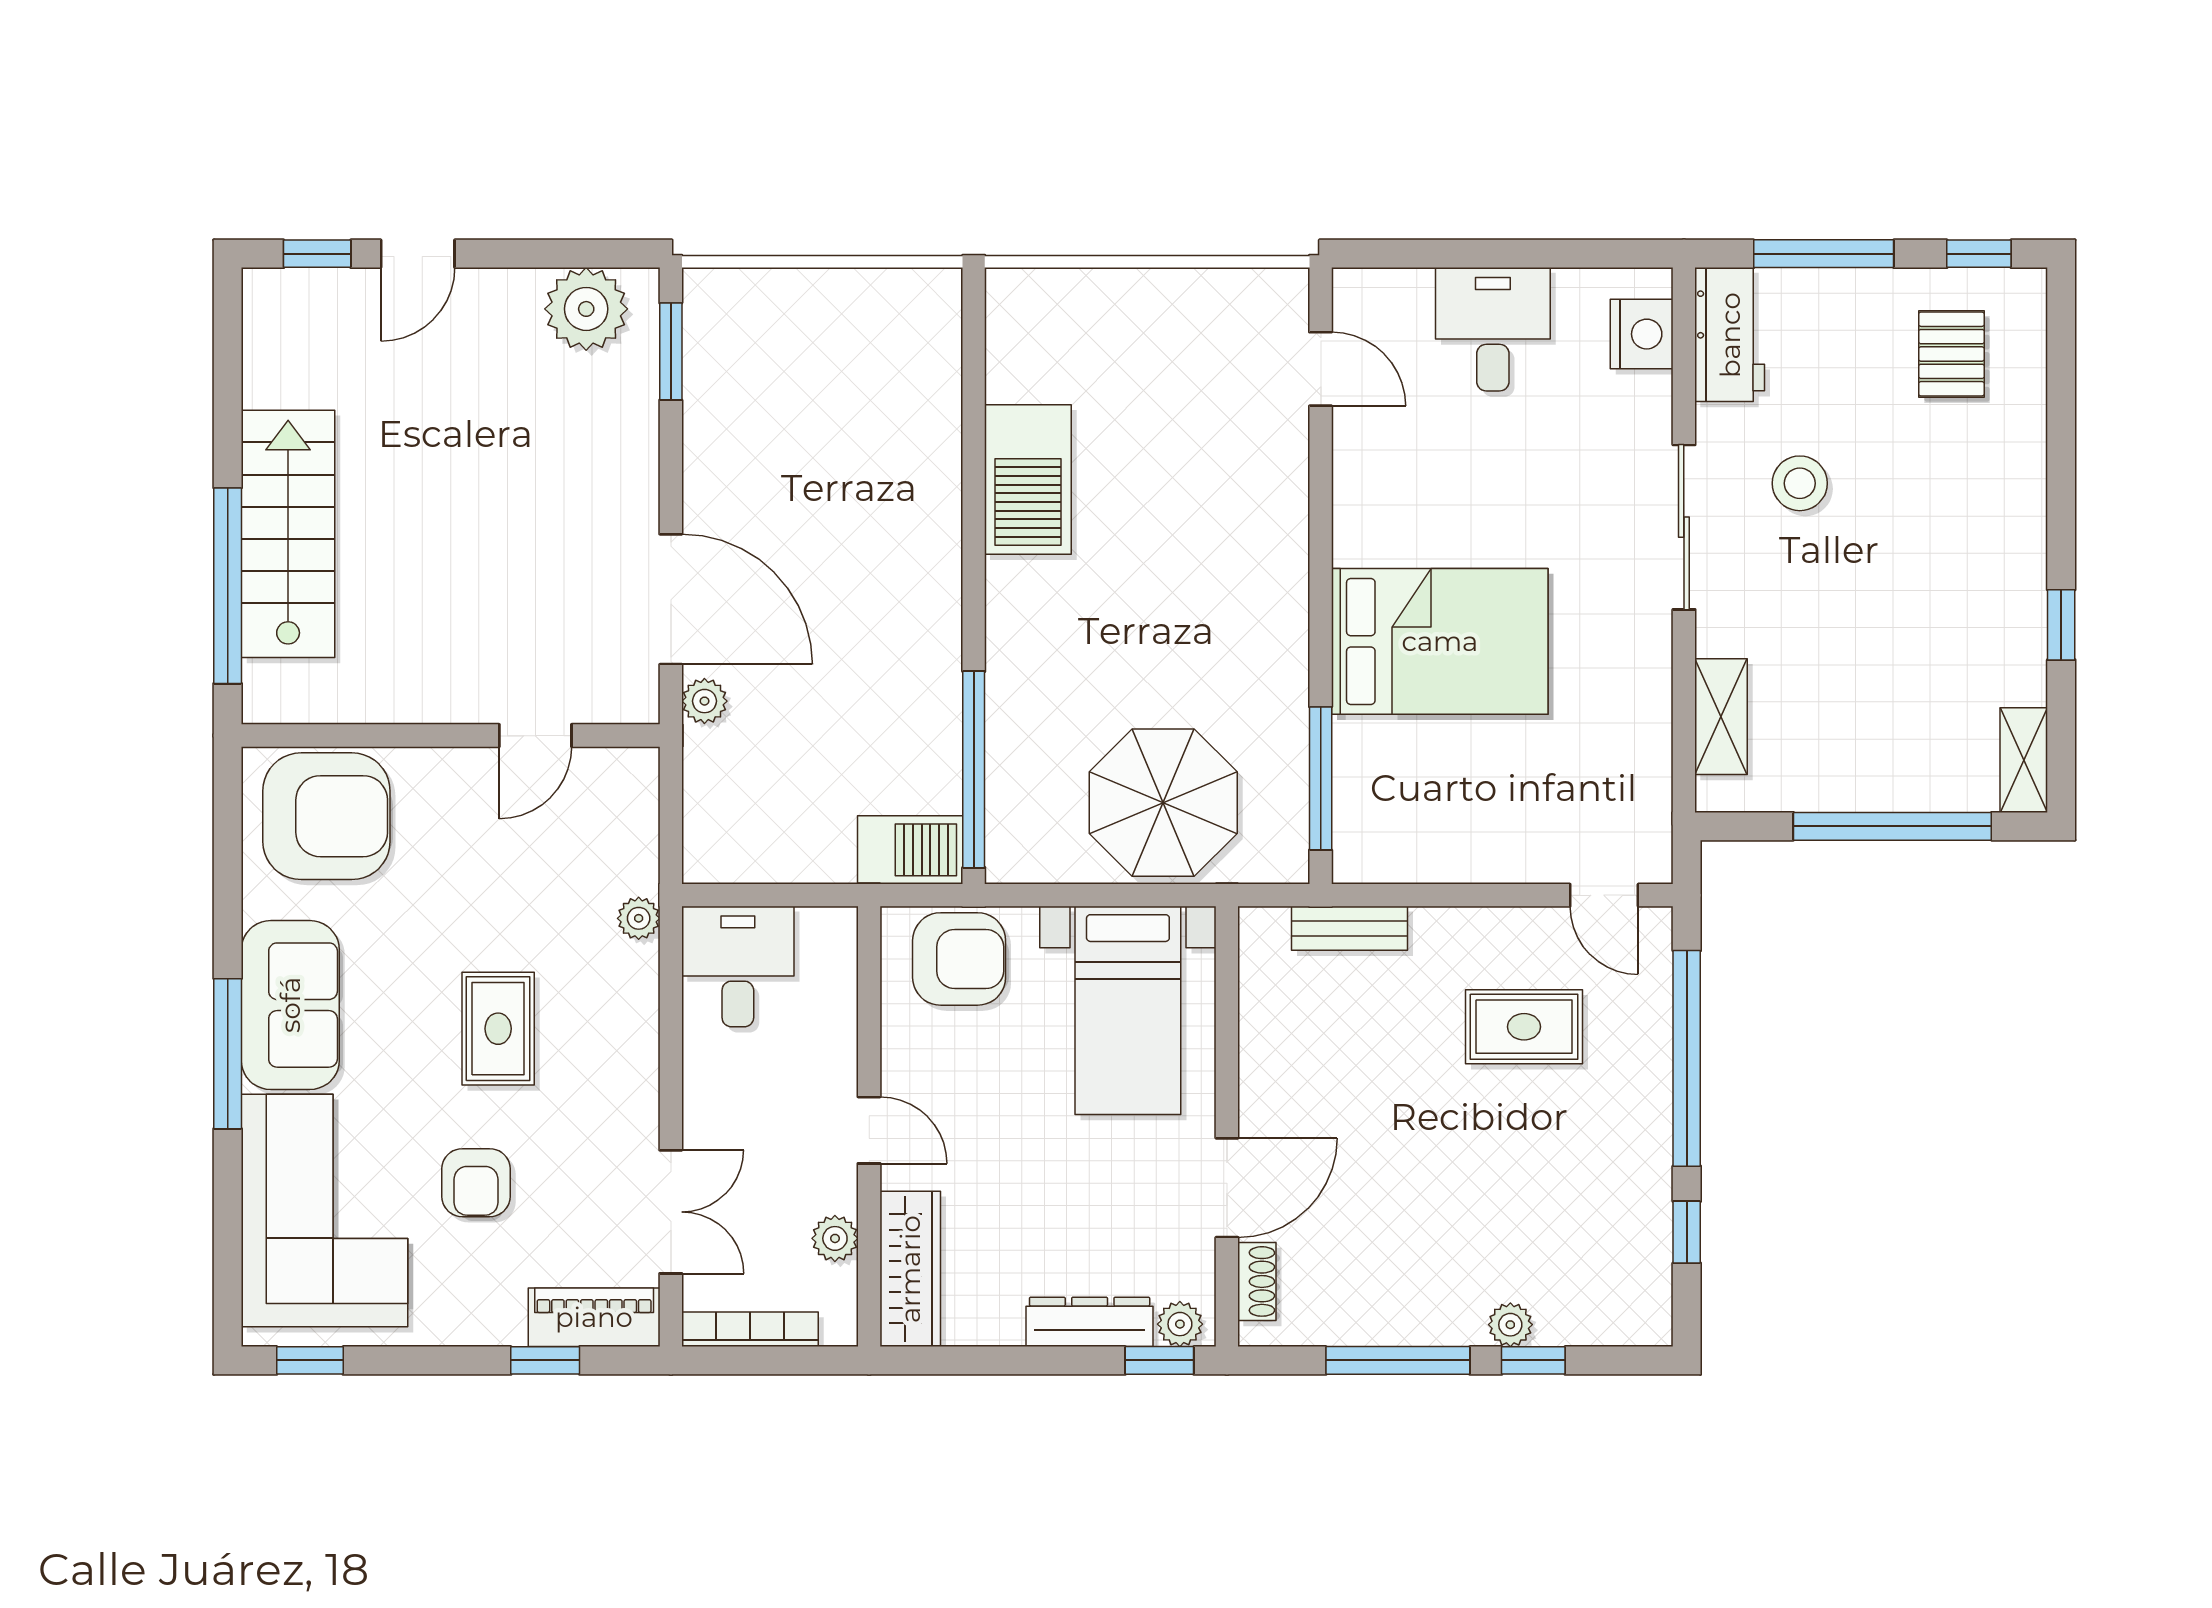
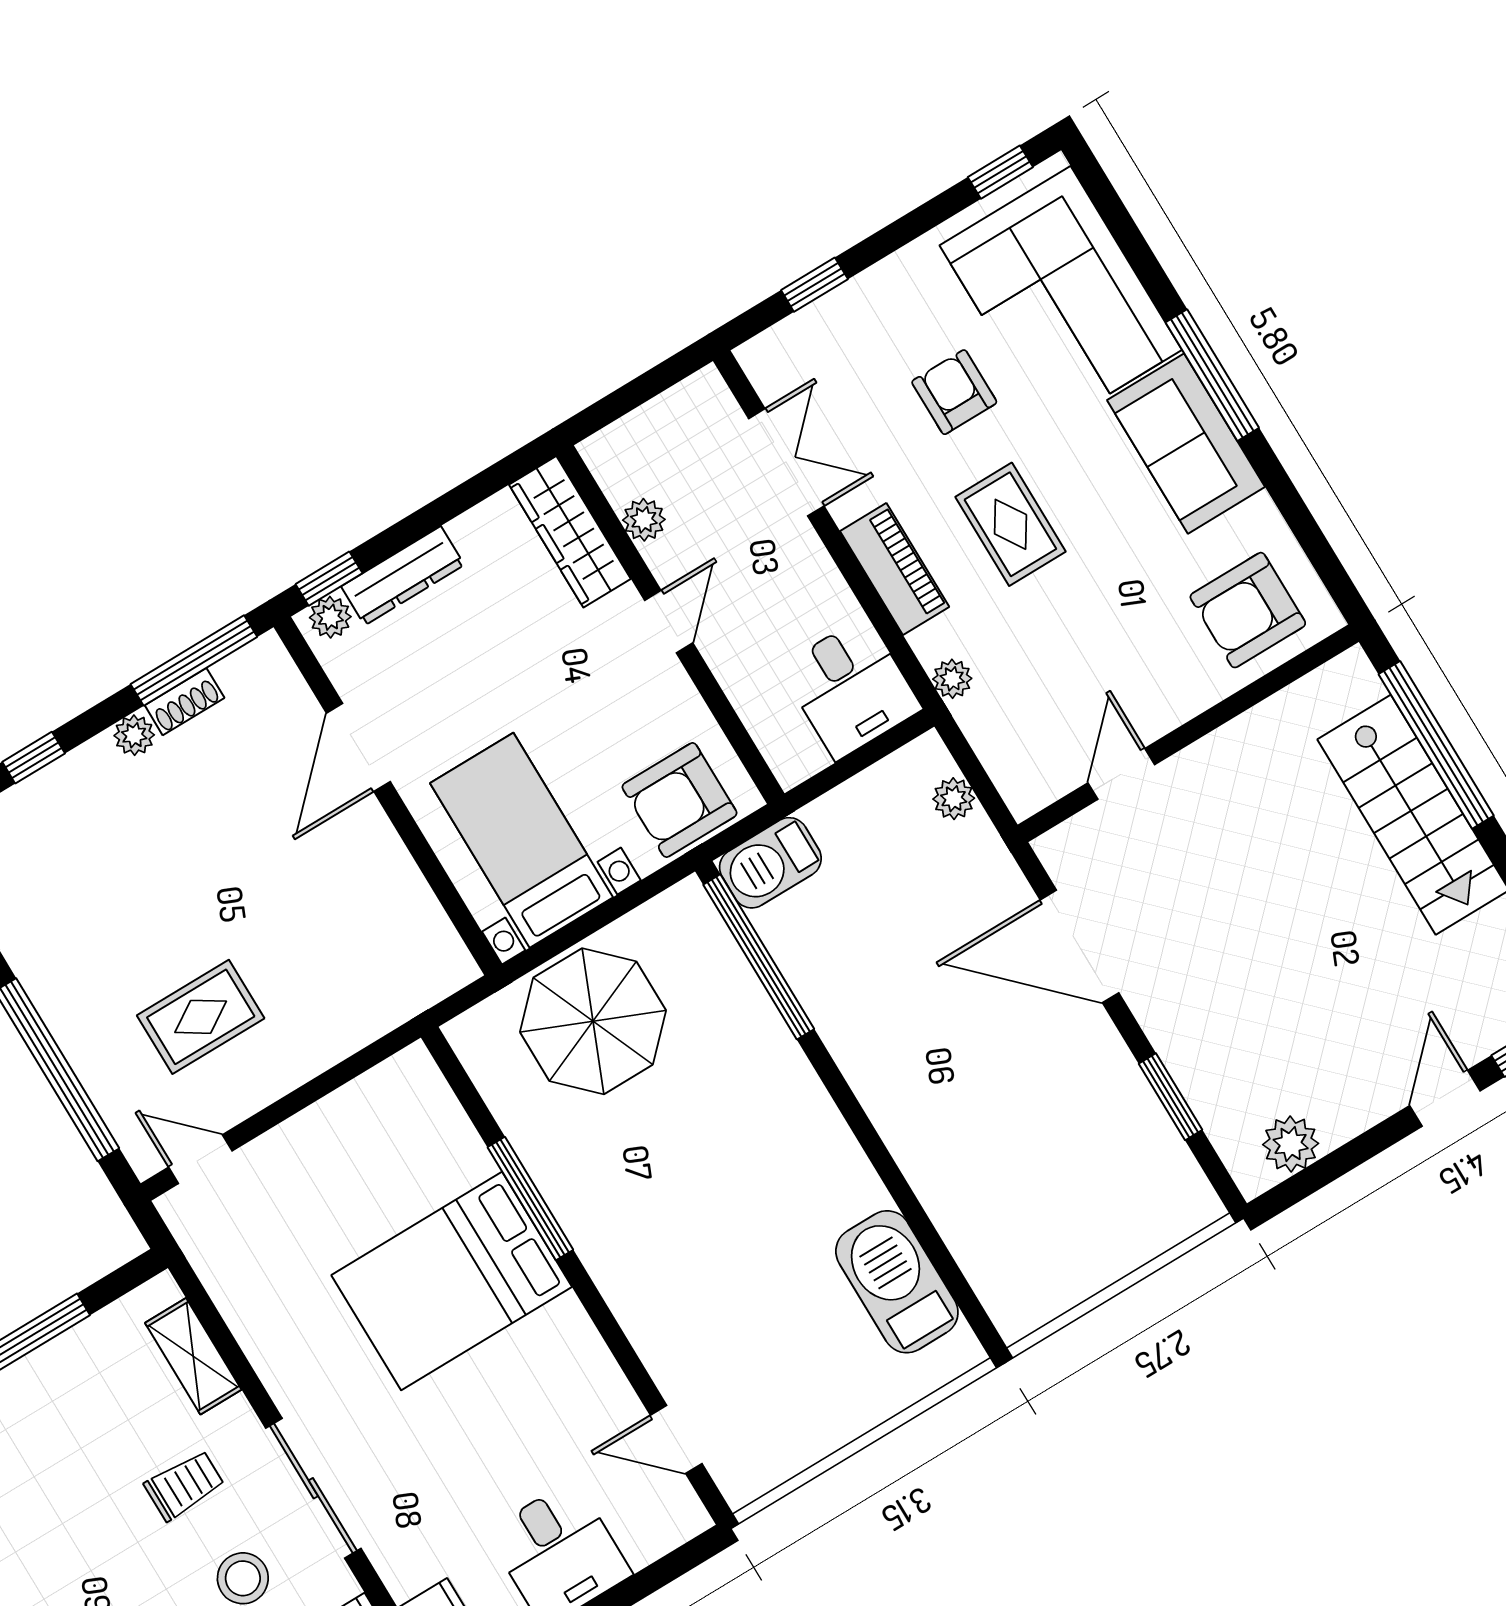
plant: (586, 309) -> (1291, 1144), width x0.73, depth x0.73
window: (671, 351) -> (1171, 1097), moved
barbecue: (1028, 480) -> (897, 1282), moved
trolley: (1802, 602) -> (184, 1485), added
plant: (704, 701) -> (954, 799), moved
window: (1321, 778) -> (530, 1198), moved
armchair: (326, 816) -> (1248, 610), width x0.73, depth x0.73
bench: (1349, 928) -> (386, 1011), removed
door: (869, 1130) -> (669, 622), swing flipped
double door: (671, 1212) -> (786, 462), swing flipped
shoe rack: (1257, 1281) -> (185, 702), moved, turned -90
piano: (594, 1317) -> (895, 569), moved, turned -90
plant: (1510, 1325) -> (134, 735), moved
bookcase: (750, 1329) -> (668, 407), removed
window: (1398, 1360) -> (194, 661), moved

